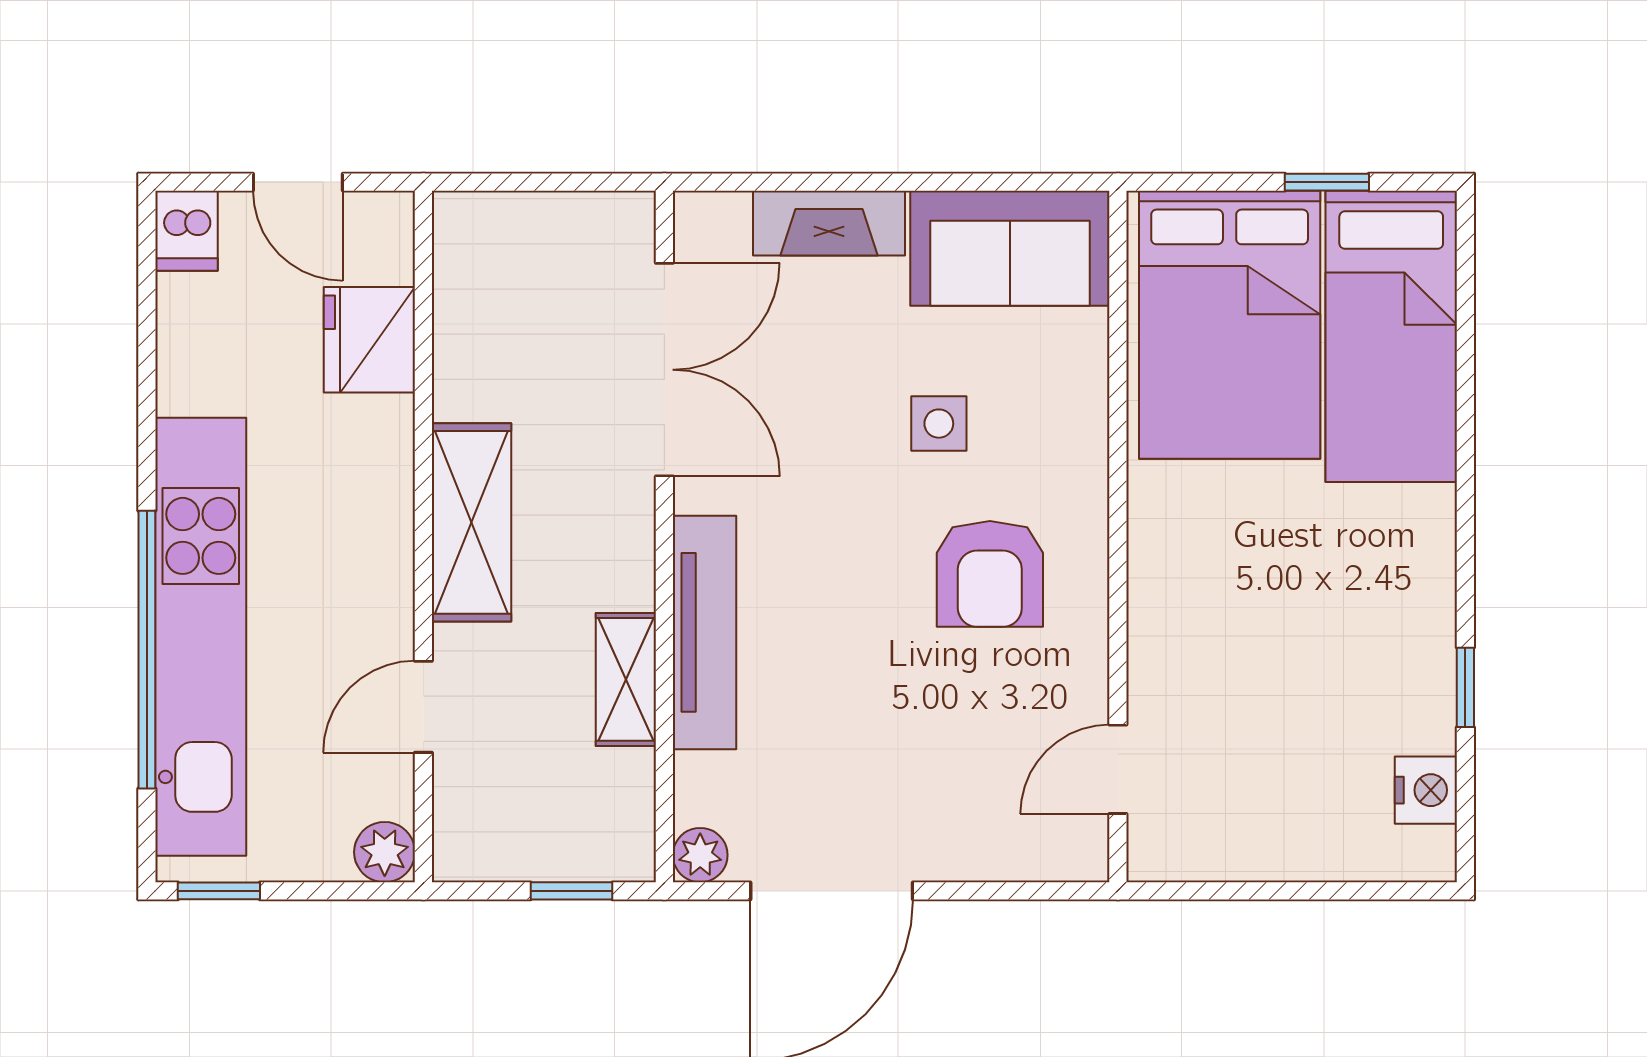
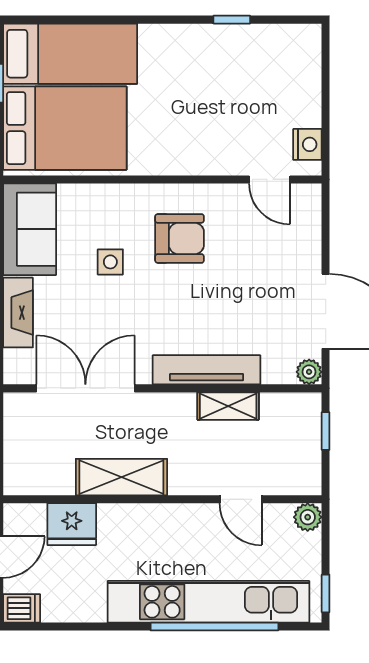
shelving: (472, 522) -> (121, 477), moved
nightstand: (1426, 790) -> (307, 144), moved, turned 90

